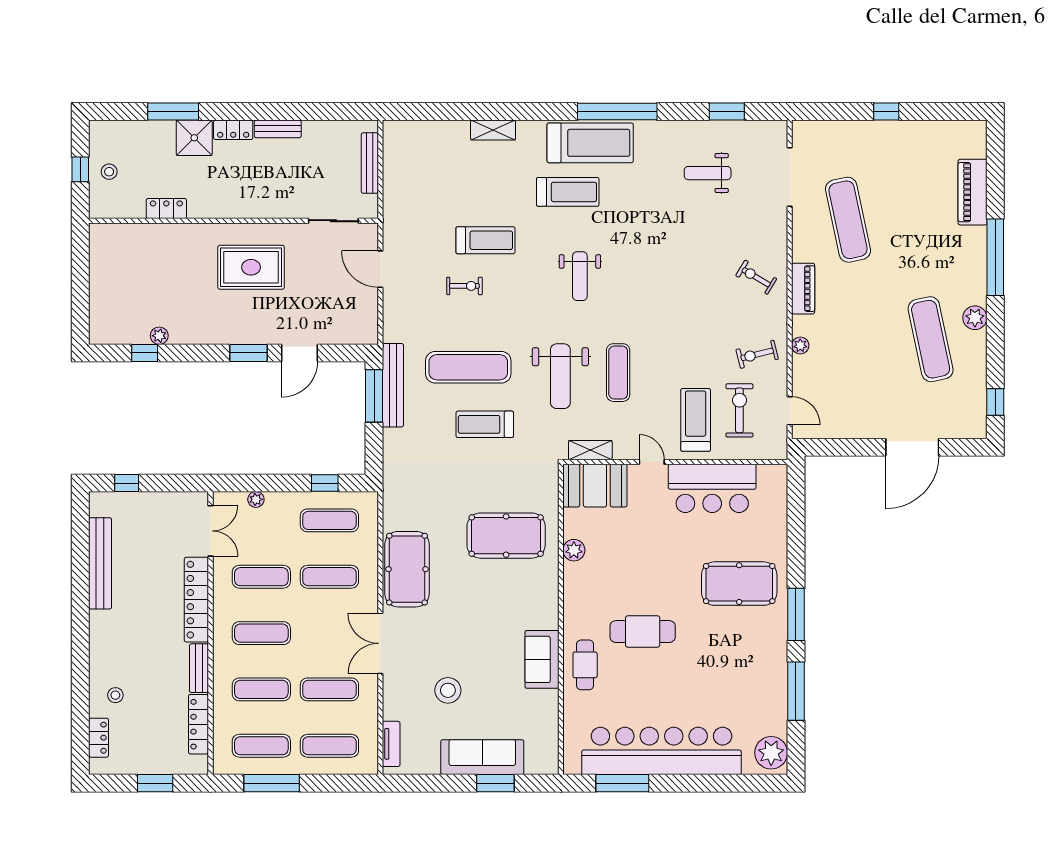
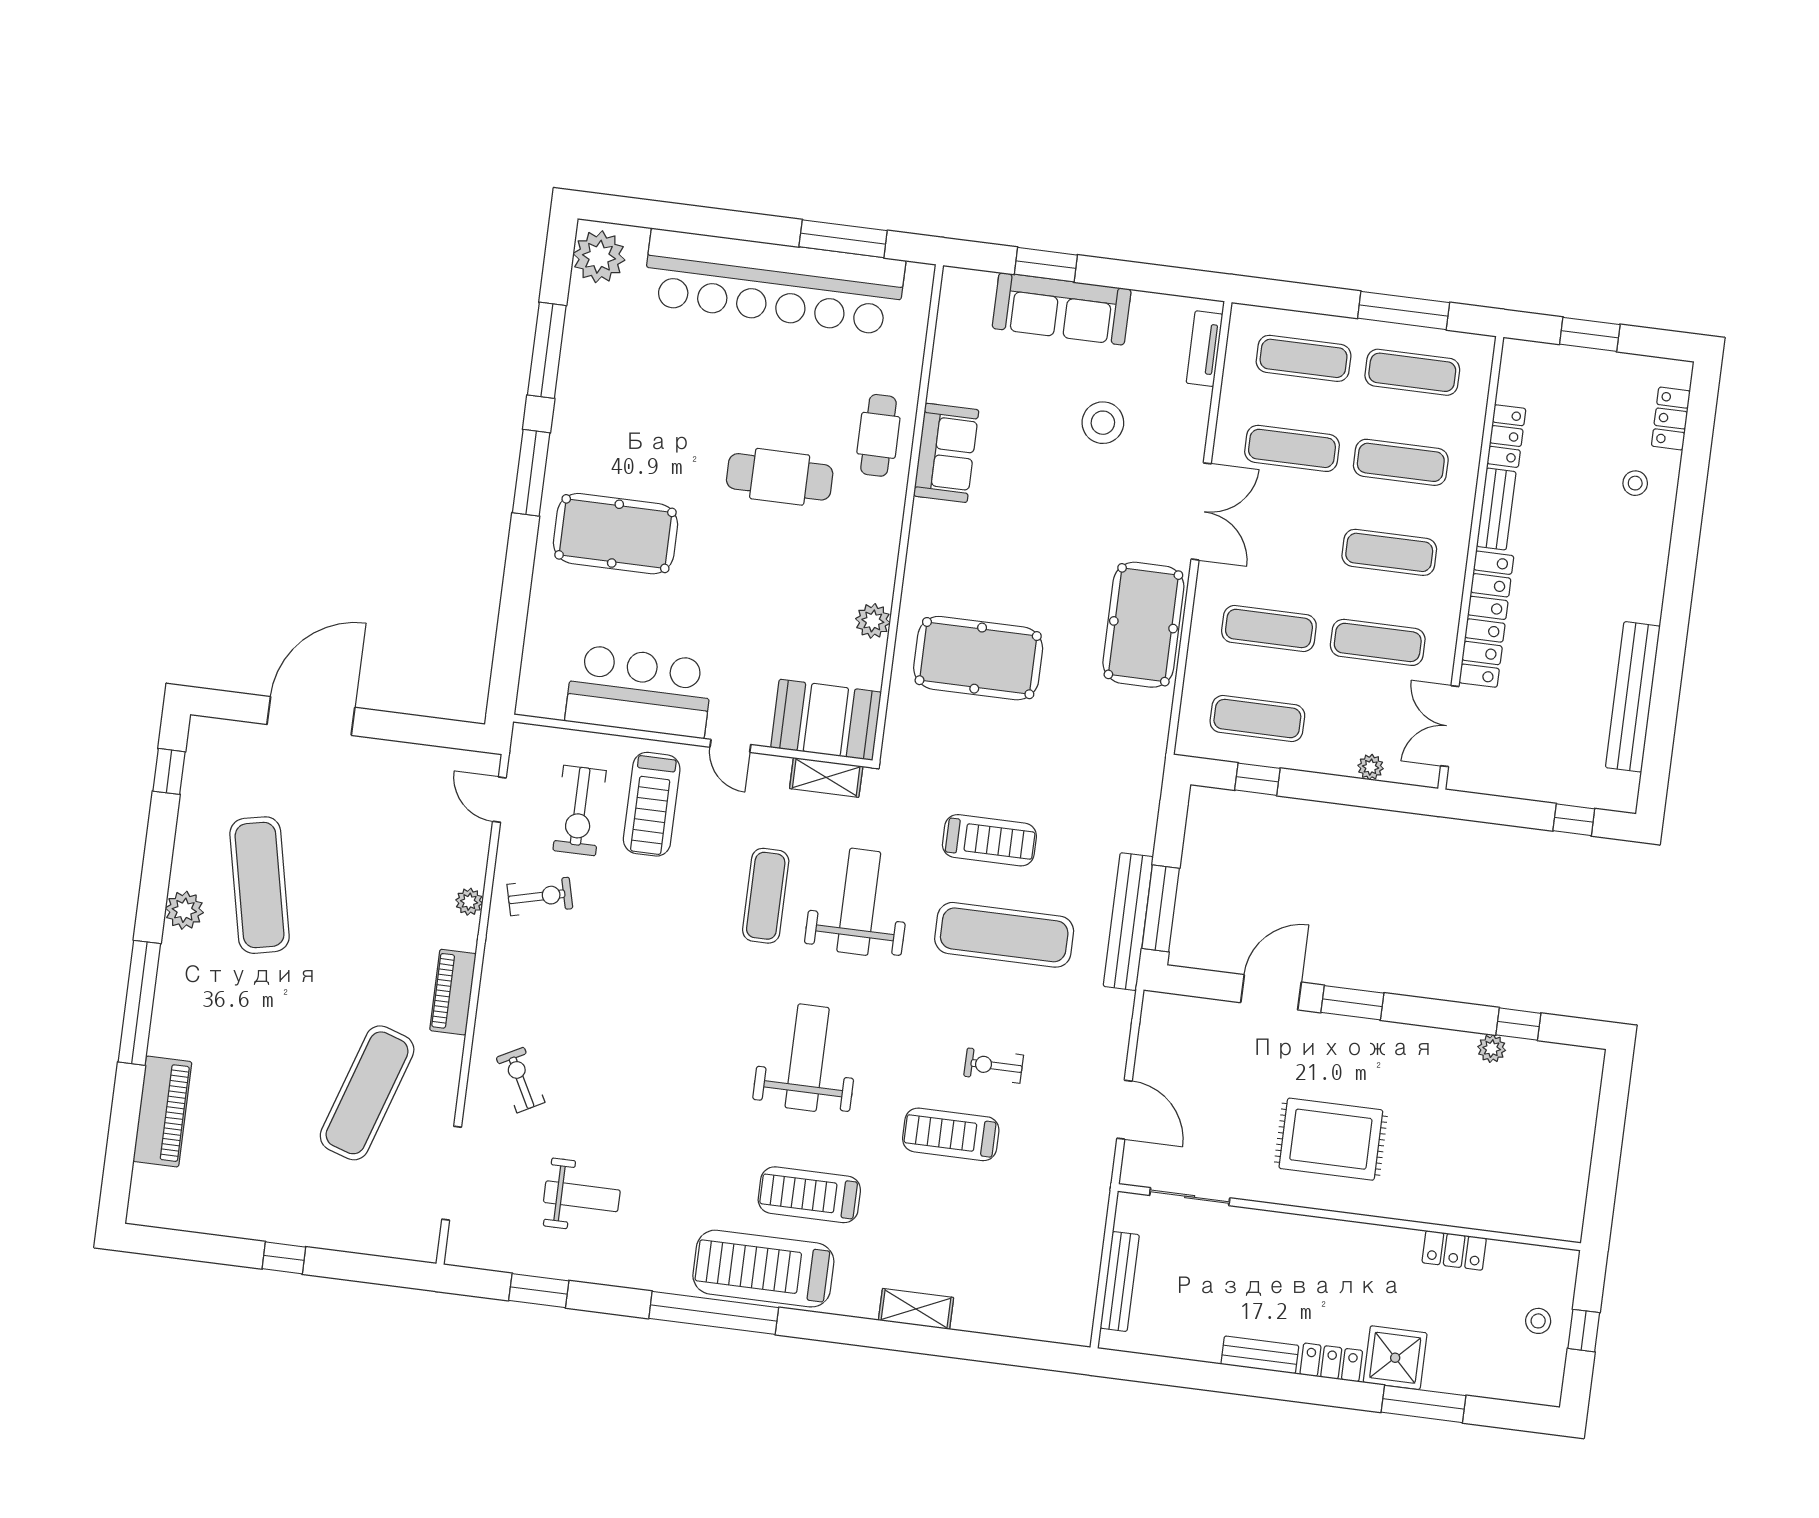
exercise mat: (848, 220) -> (367, 1093), turned 30
weight bench: (580, 276) -> (807, 1058), width x1.36, depth x1.33
exercise bike: (756, 277) -> (521, 1080), moved, turned -149
locker: (198, 724) -> (1506, 436), width x0.66

